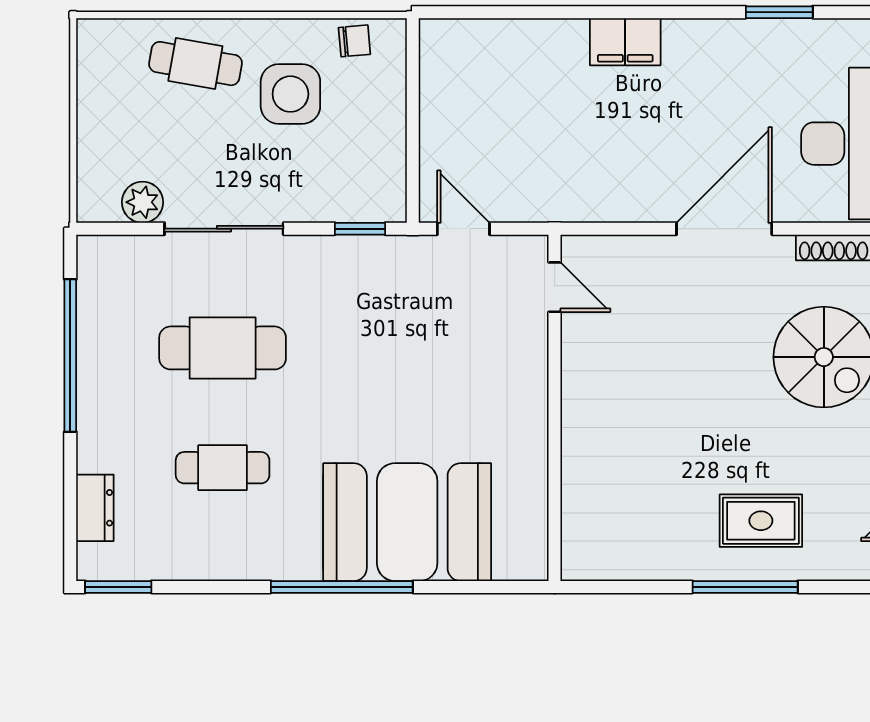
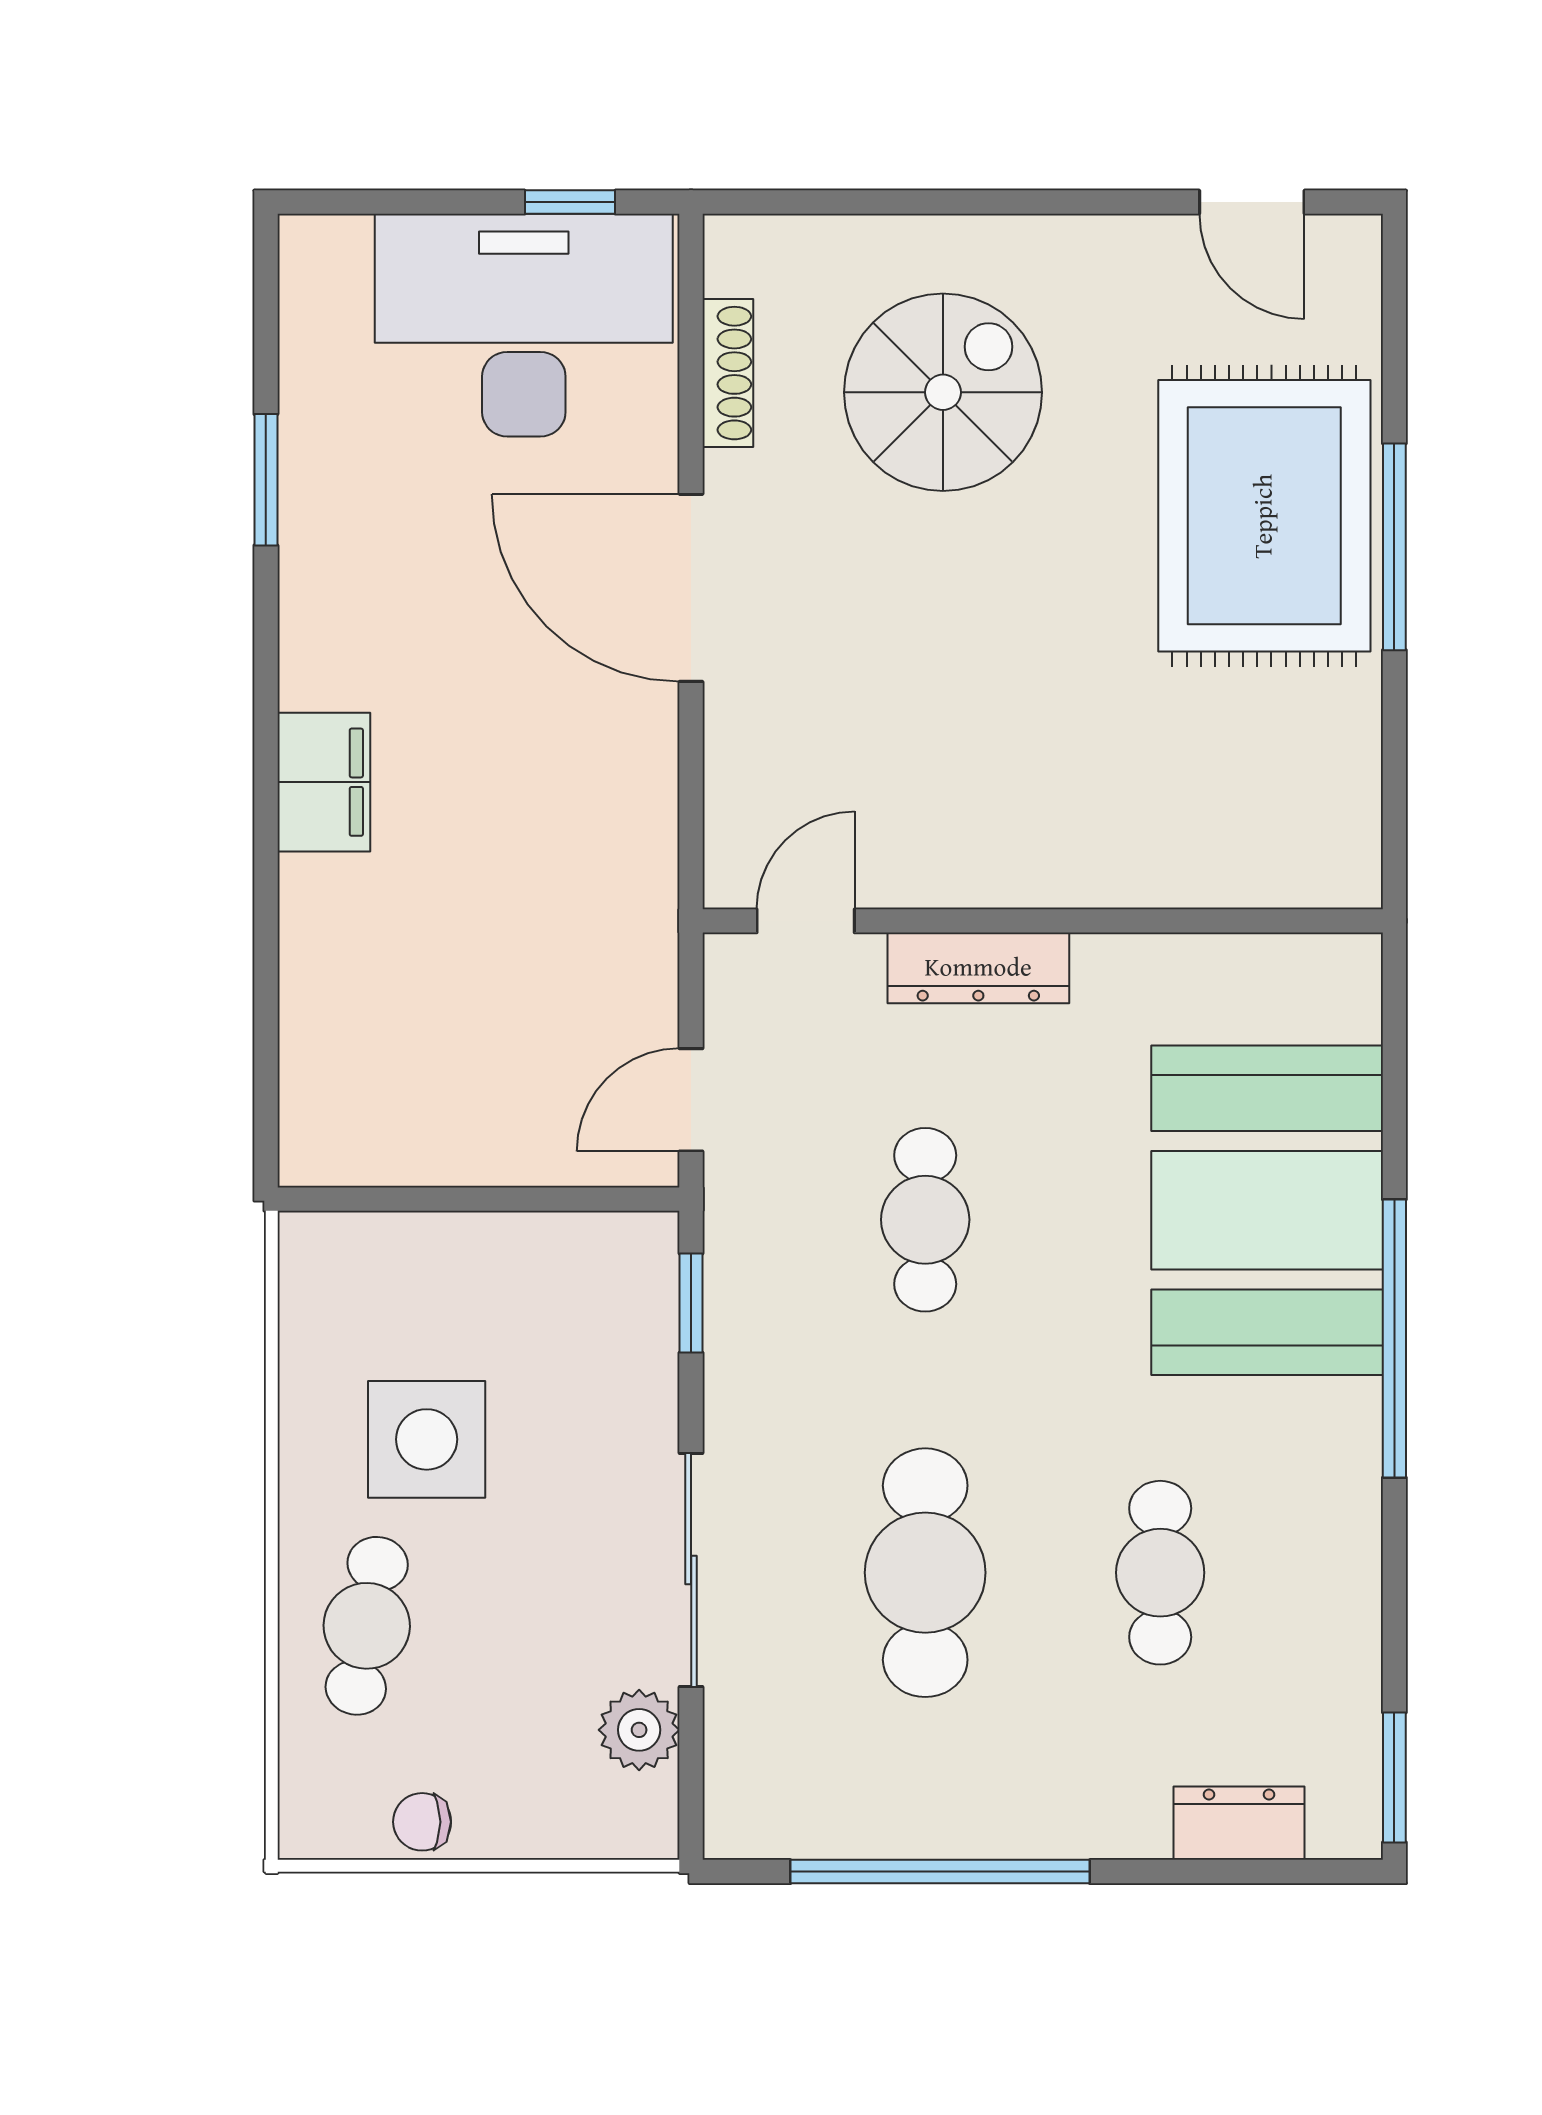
chair: (354, 41) -> (422, 1822), moved, turned -85
cafe table: (402, 348) -> (925, 1220), added
dresser: (531, 375) -> (978, 968), added
rug: (761, 521) -> (1264, 516), width x1.86, depth x2.06

